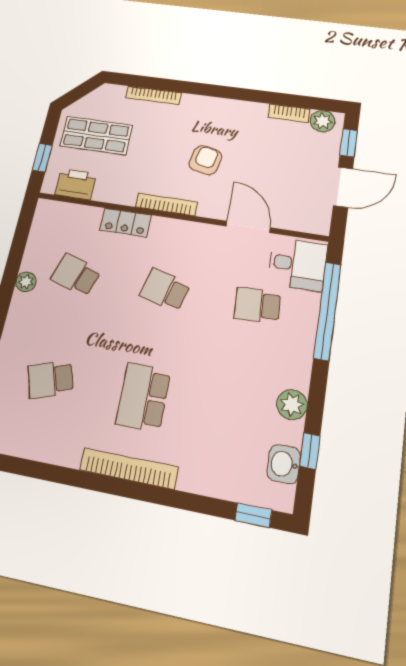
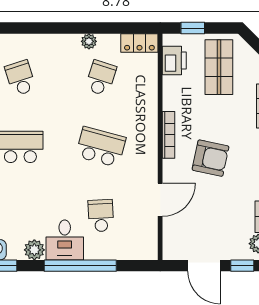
armchair: (205, 160) -> (211, 158), width x1.38, depth x1.38
locker: (126, 223) -> (139, 43), moved, turned -90
desk: (297, 264) -> (65, 240), moved
school desk: (165, 290) -> (101, 147), width x1.85
window: (327, 311) -> (80, 266), moved

